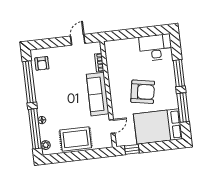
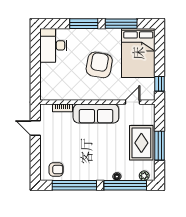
door: (112, 126) -> (133, 102), hinge flipped
window: (75, 156) -> (160, 146), added

